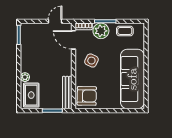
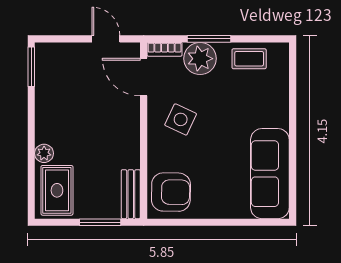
door: (55, 21) -> (106, 39), hinge flipped
sofa: (132, 79) -> (270, 174), width x0.74, depth x0.79
bench: (67, 93) -> (131, 194), width x0.73

